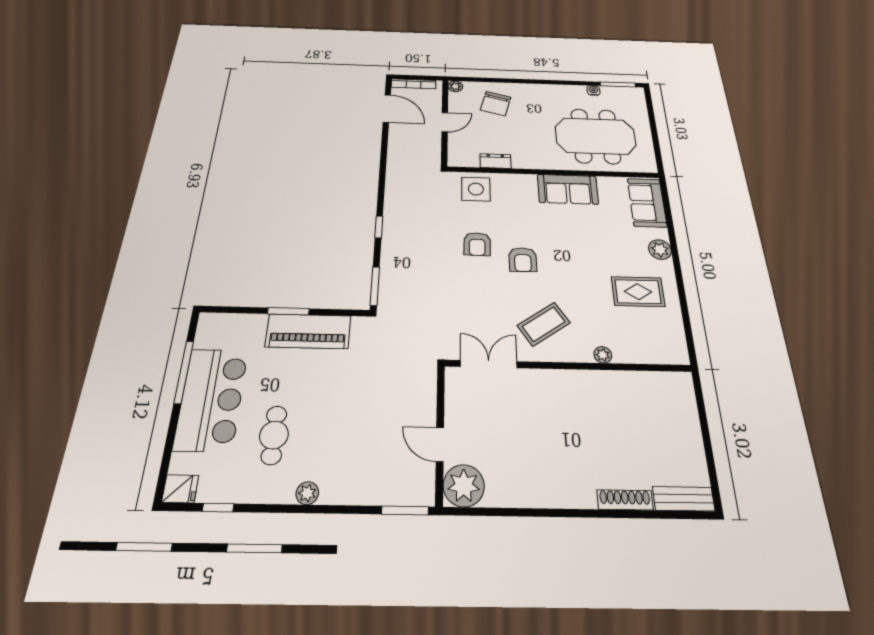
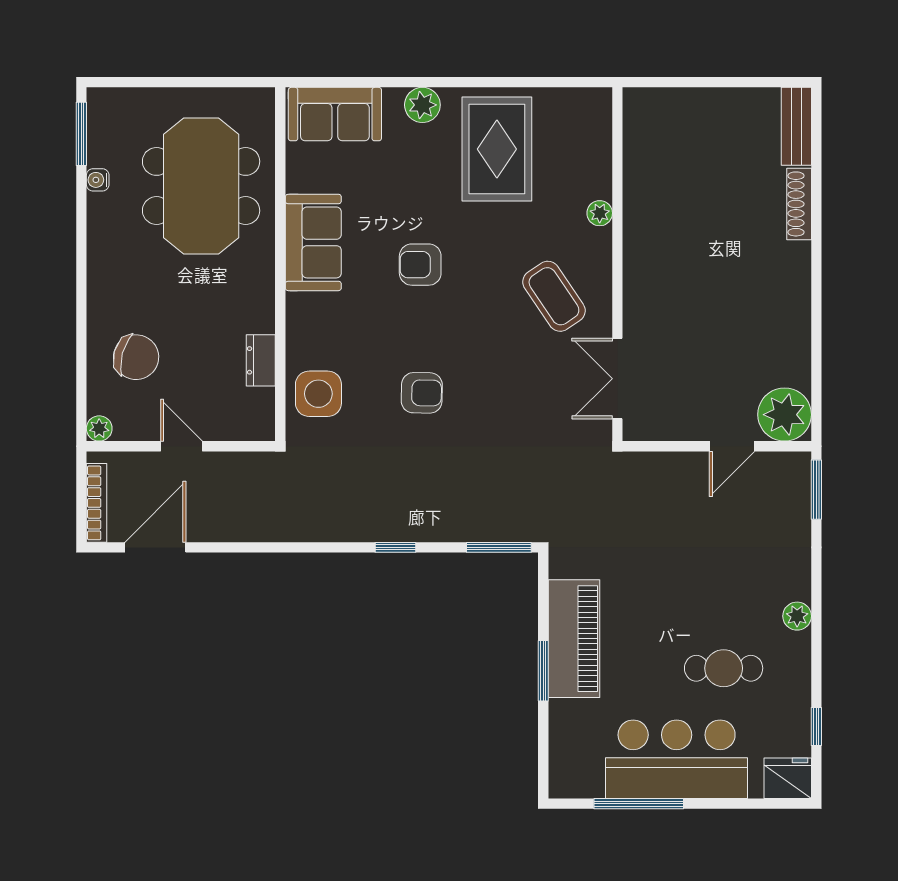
armchair: (523, 260) -> (420, 265), moved, turned 180
rug: (638, 292) -> (497, 149), width x1.36, depth x1.43
fridge: (180, 489) -> (788, 778), width x1.38

